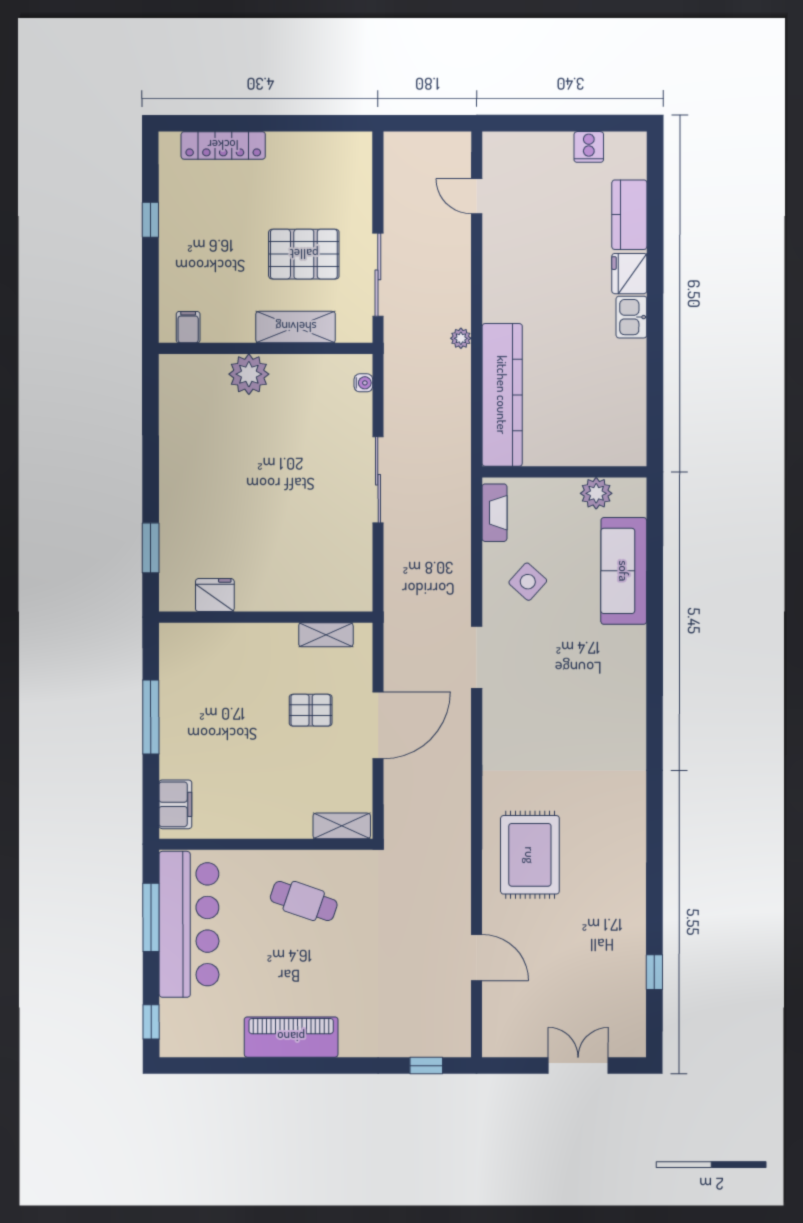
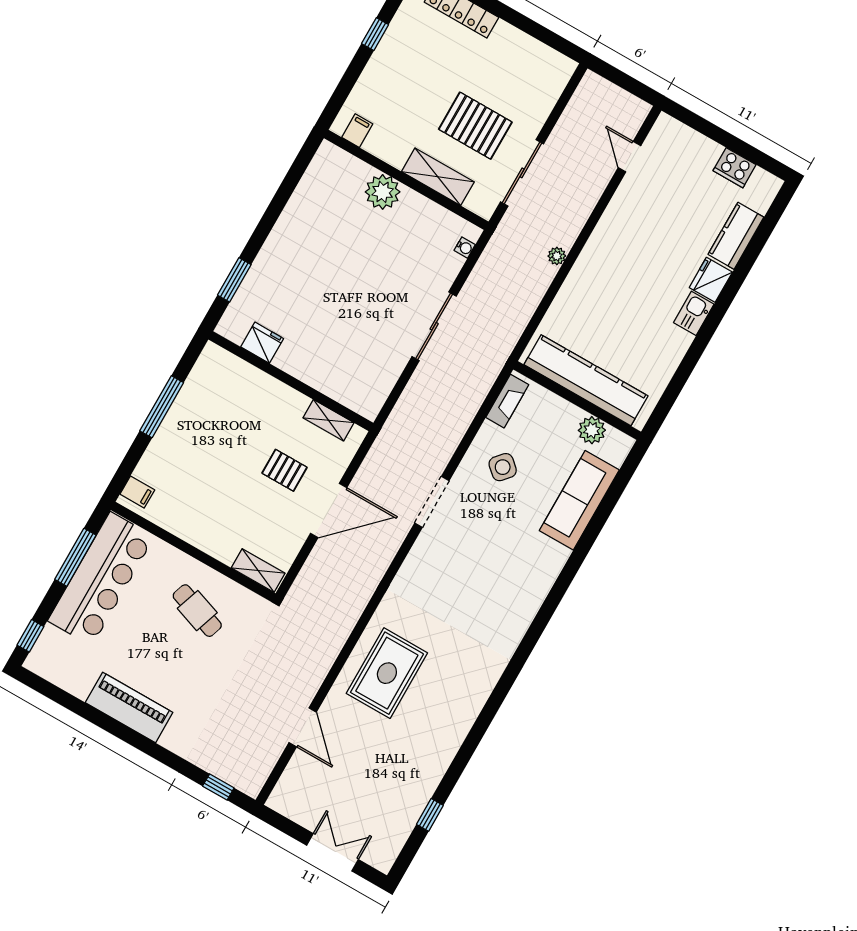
cooker: (589, 147) -> (735, 168), width x1.36
kitchen counter: (502, 395) -> (586, 380), moved, turned -90
filing cabinet: (175, 804) -> (137, 492), width x0.50

